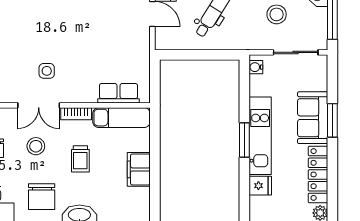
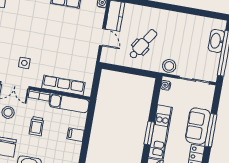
stool: (277, 14) -> (169, 66), moved
row of seats: (119, 93) -> (63, 85), width x1.48
window: (332, 120) -> (211, 130), width x1.44
filing cabinet: (139, 169) -> (76, 135), width x0.50

